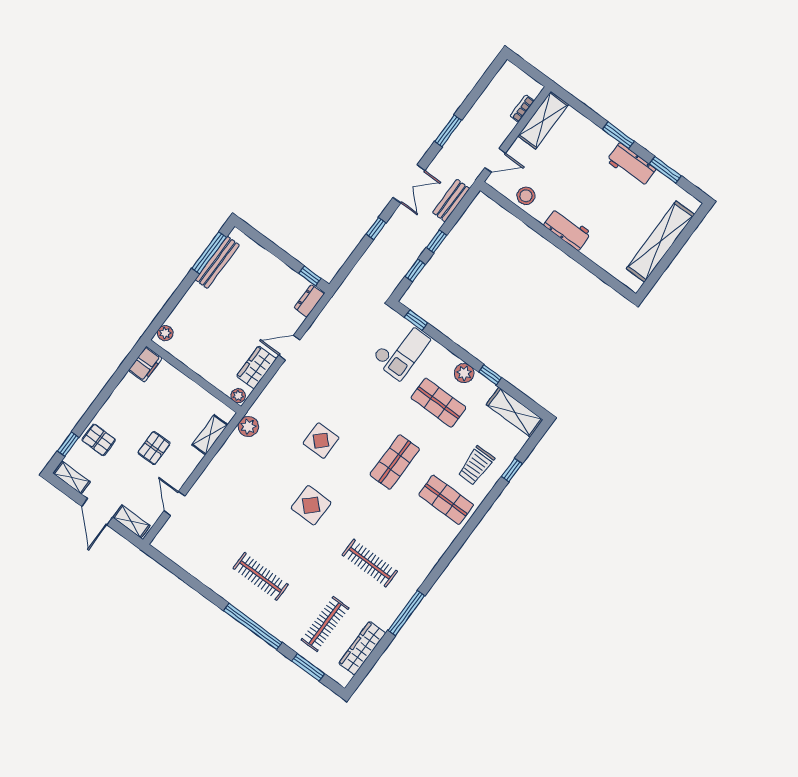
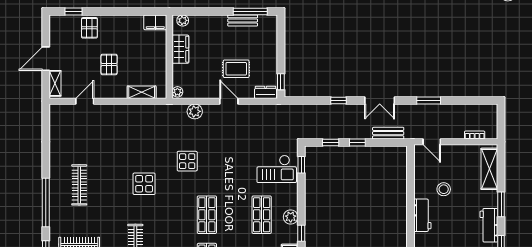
shelving: (543, 120) -> (489, 169), moved, turned 90
stool: (526, 196) -> (444, 189), moved
bench: (217, 262) -> (243, 20), width x0.73
rug: (260, 314) -> (236, 69), added
wardrobe: (257, 367) -> (180, 49), moved, turned 90
plant: (248, 427) -> (195, 111), moved
pallet: (154, 448) -> (109, 64), turned 90
shop shelf: (395, 462) -> (207, 215), turned 90
shelving: (72, 478) -> (55, 28), removed

